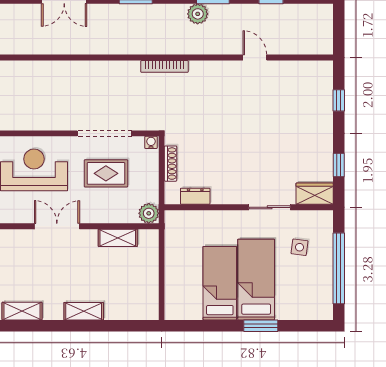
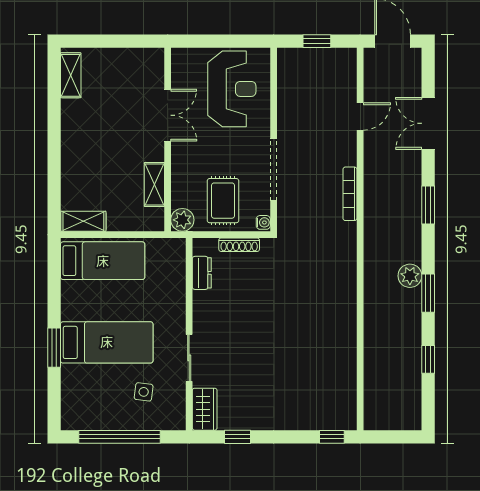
door: (255, 58) -> (360, 116), moved
bookcase: (165, 66) -> (350, 194), moved
window: (339, 100) -> (332, 437), moved
rug: (106, 173) -> (223, 201), moved
bed: (220, 283) -> (103, 261), moved
shelving: (84, 311) -> (83, 221), moved, turned 90

